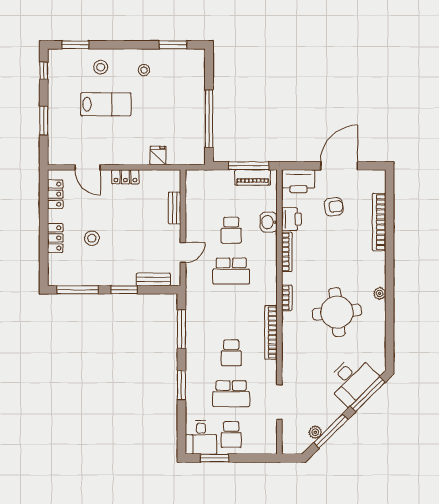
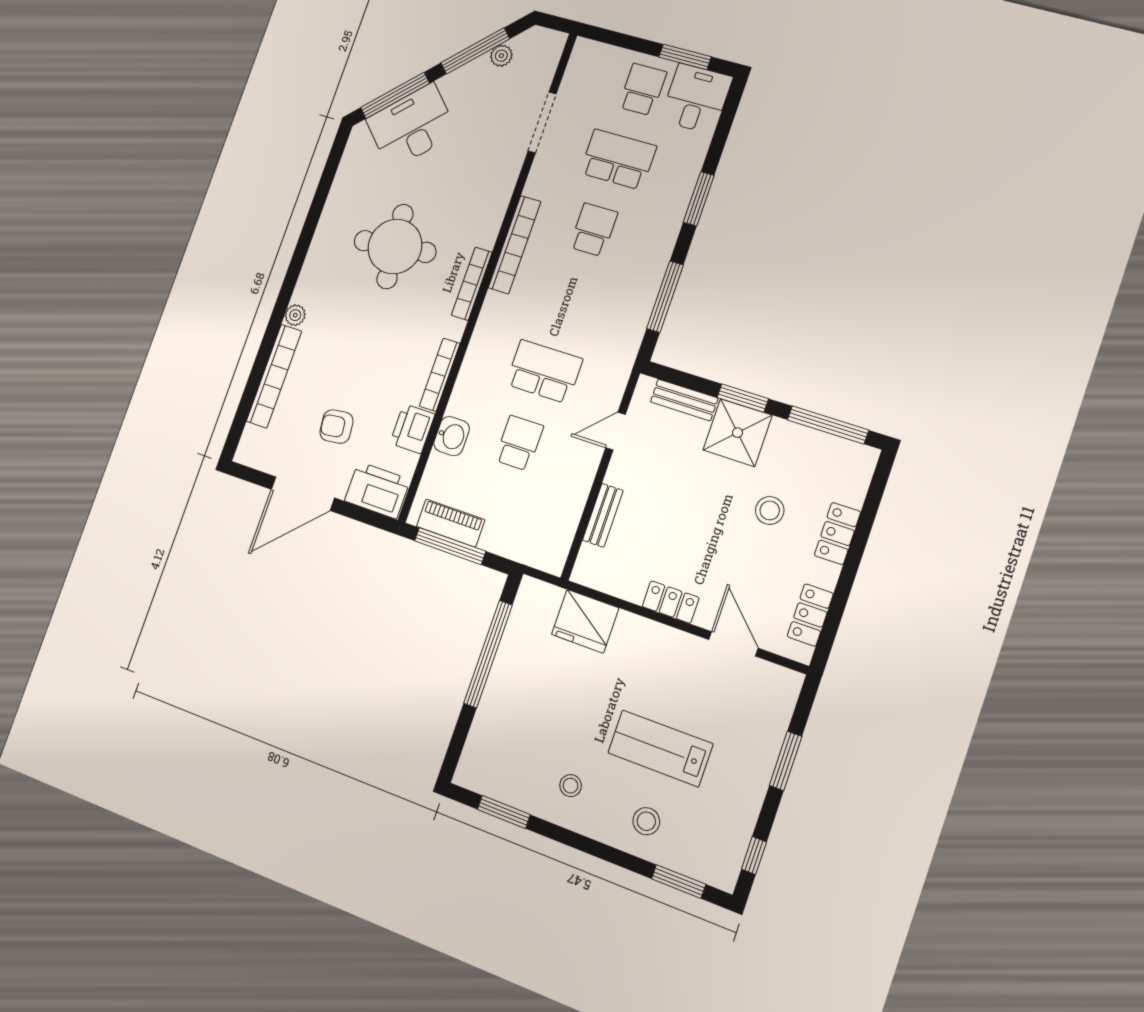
fridge: (158, 156) -> (585, 621), width x1.88, depth x1.34
shower: (121, 272) -> (737, 433), added
plant: (380, 293) -> (295, 315), moved
bookcase: (287, 298) -> (472, 284), width x1.56

